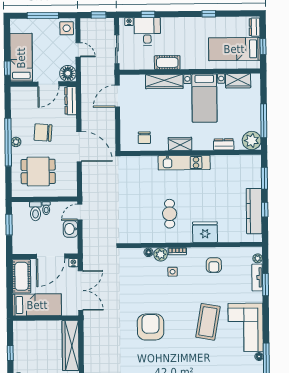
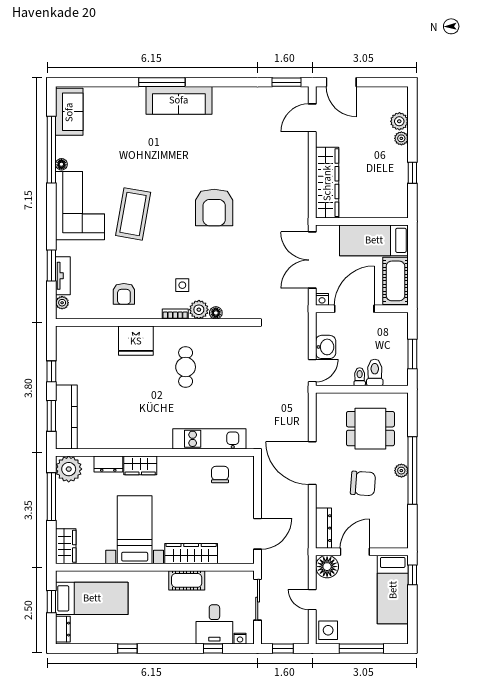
wardrobe: (238, 81) -> (66, 546), moved, turned 90
wardrobe: (180, 144) -> (140, 465), moved
kitchen unit: (184, 163) -> (209, 439), moved
kitchen counter: (254, 211) -> (66, 417), moved
armchair: (214, 265) -> (124, 294), turned 180

